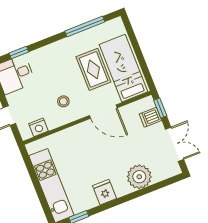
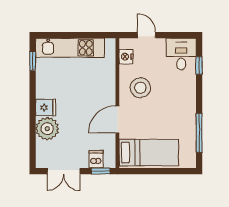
rug: (93, 69) -> (158, 125), removed
stool: (63, 101) -> (140, 88), width x1.89, depth x1.89
fridge: (105, 192) -> (46, 107), moved

